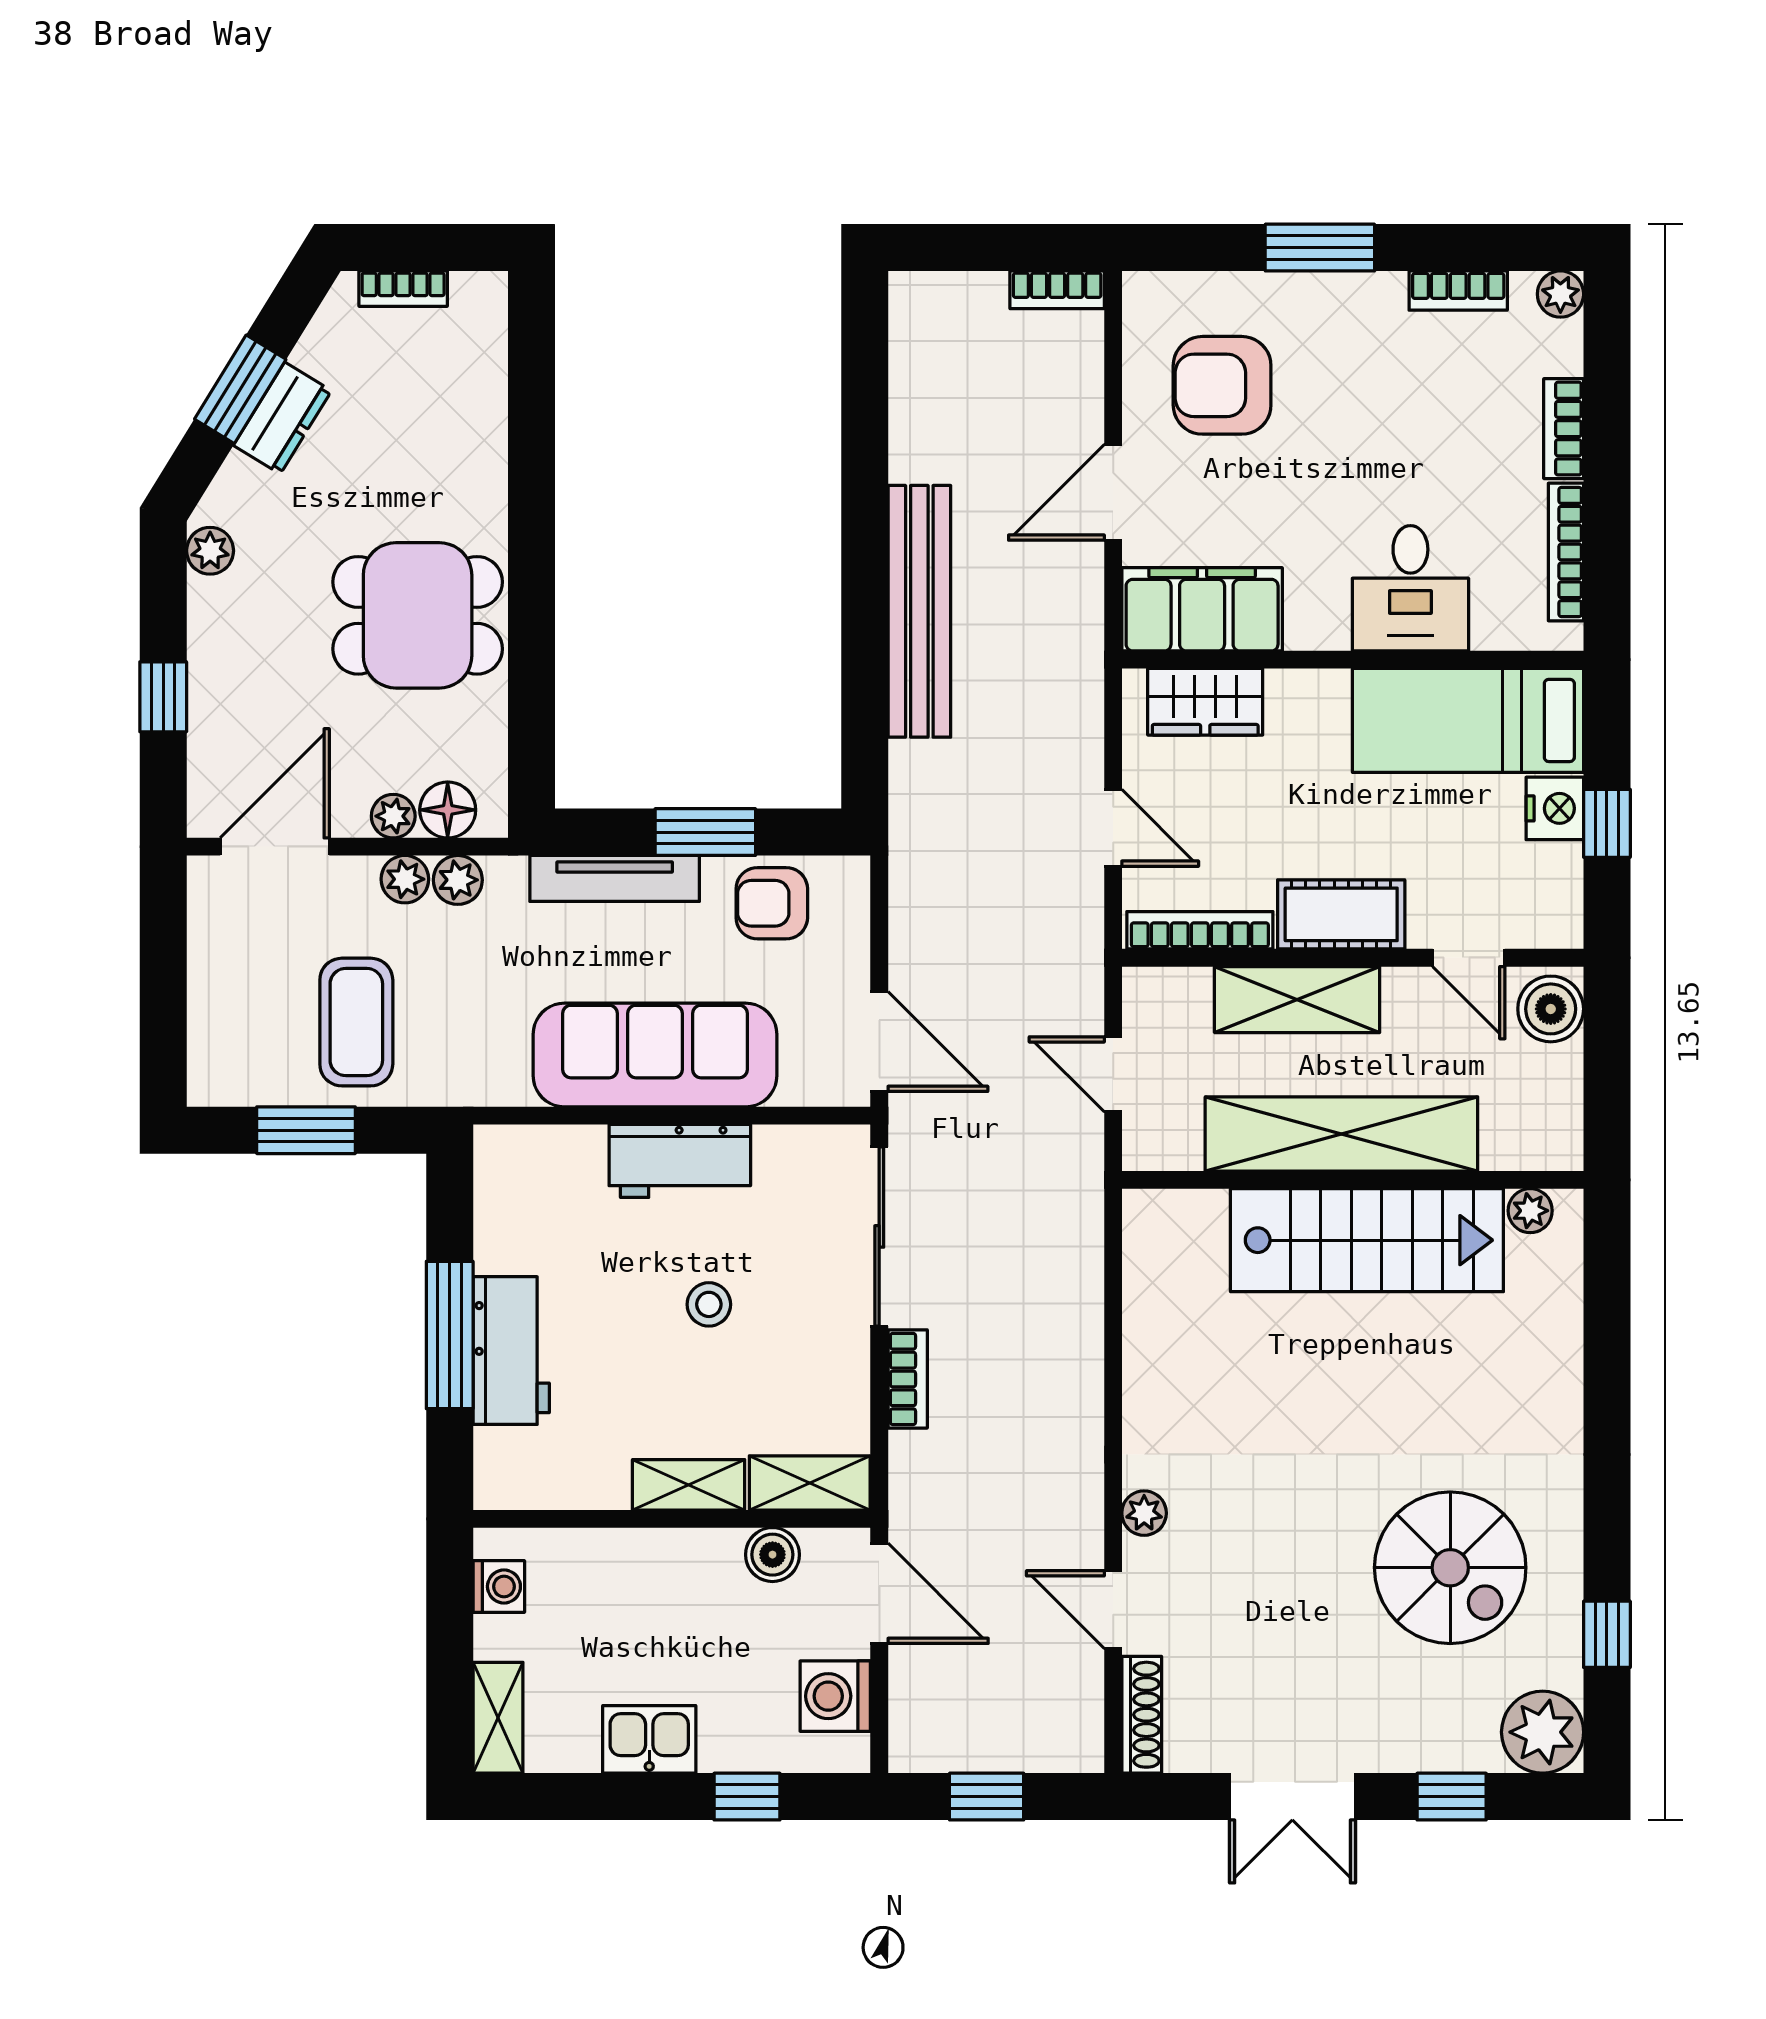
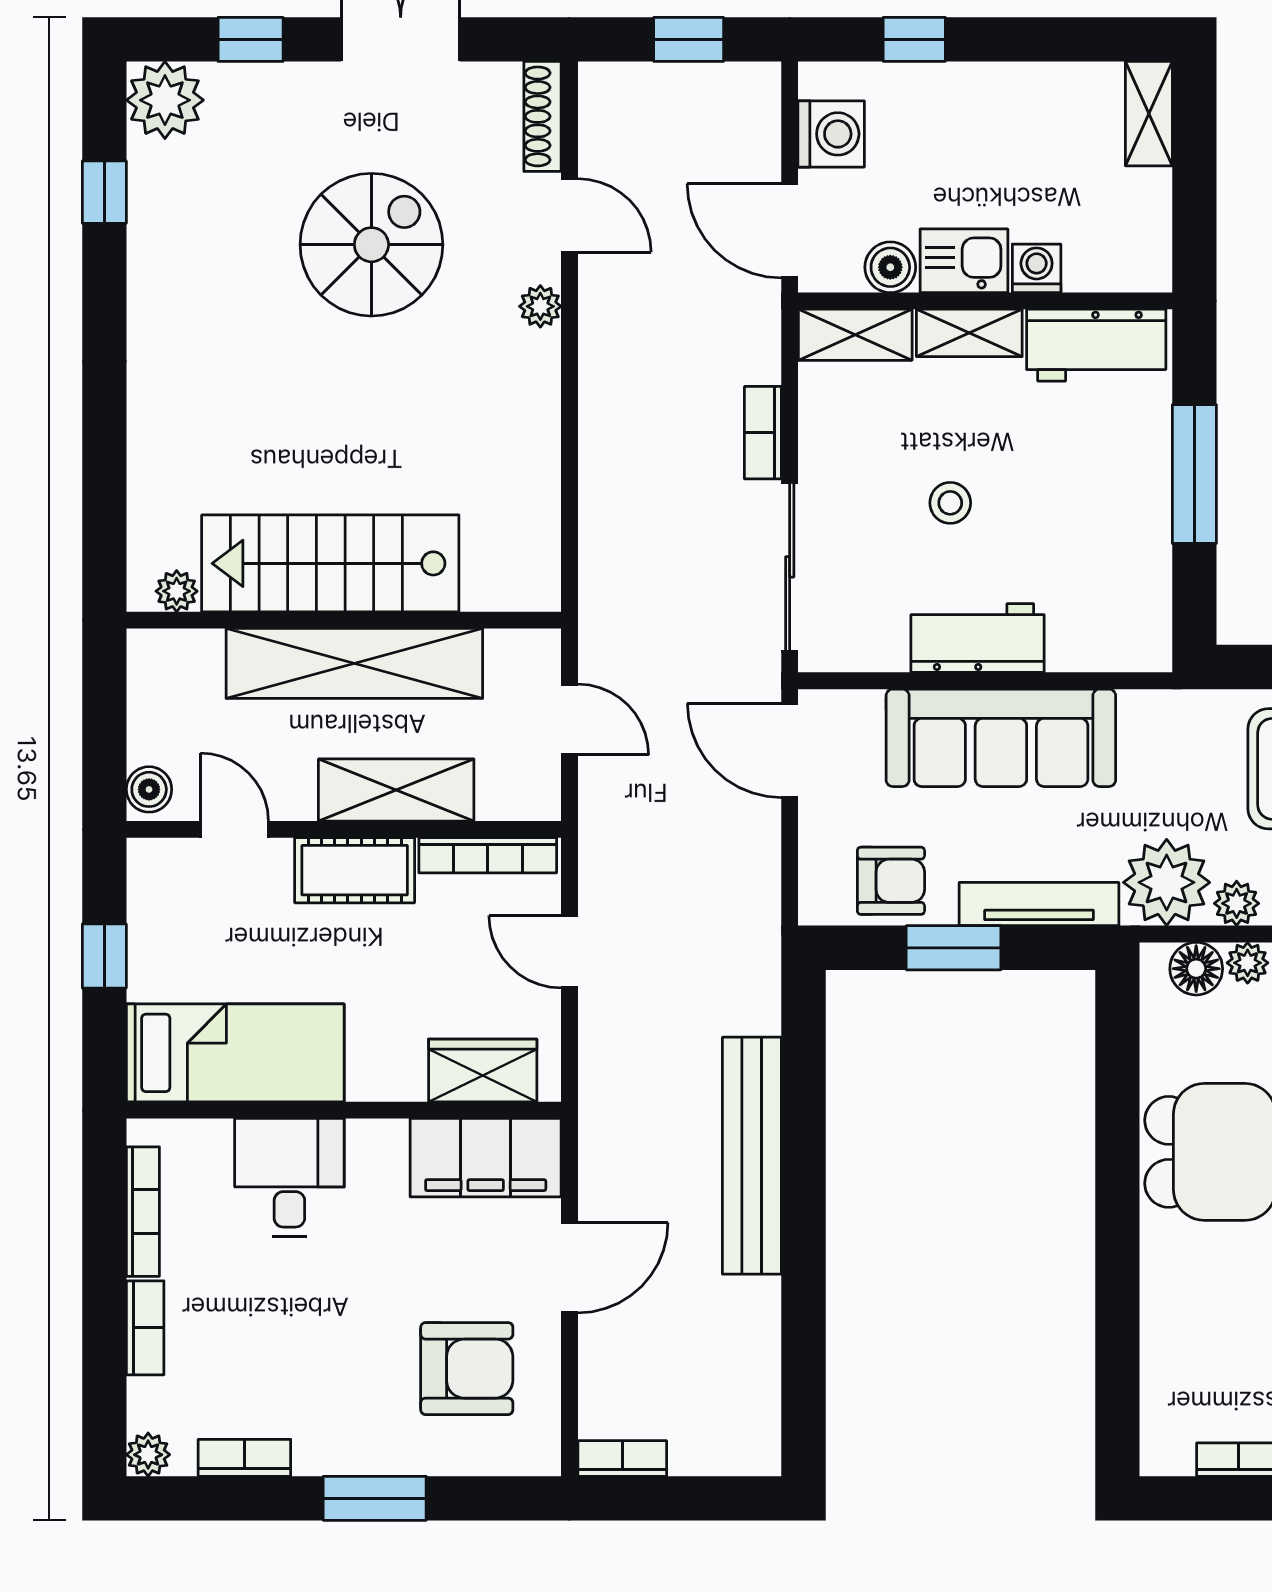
nightstand: (1555, 808) -> (153, 970), removed
plant: (458, 880) -> (1167, 882), width x1.88, depth x1.88
boiler: (1551, 1009) -> (149, 789), width x0.73, depth x0.73
workbench: (511, 1351) -> (1096, 345), moved, turned -90
spiral stairs: (1450, 1568) -> (371, 245), moved, turned 90
washing machine: (499, 1586) -> (1037, 268), moved, turned 90
kitchen sink: (649, 1739) -> (964, 261), moved, turned 180

